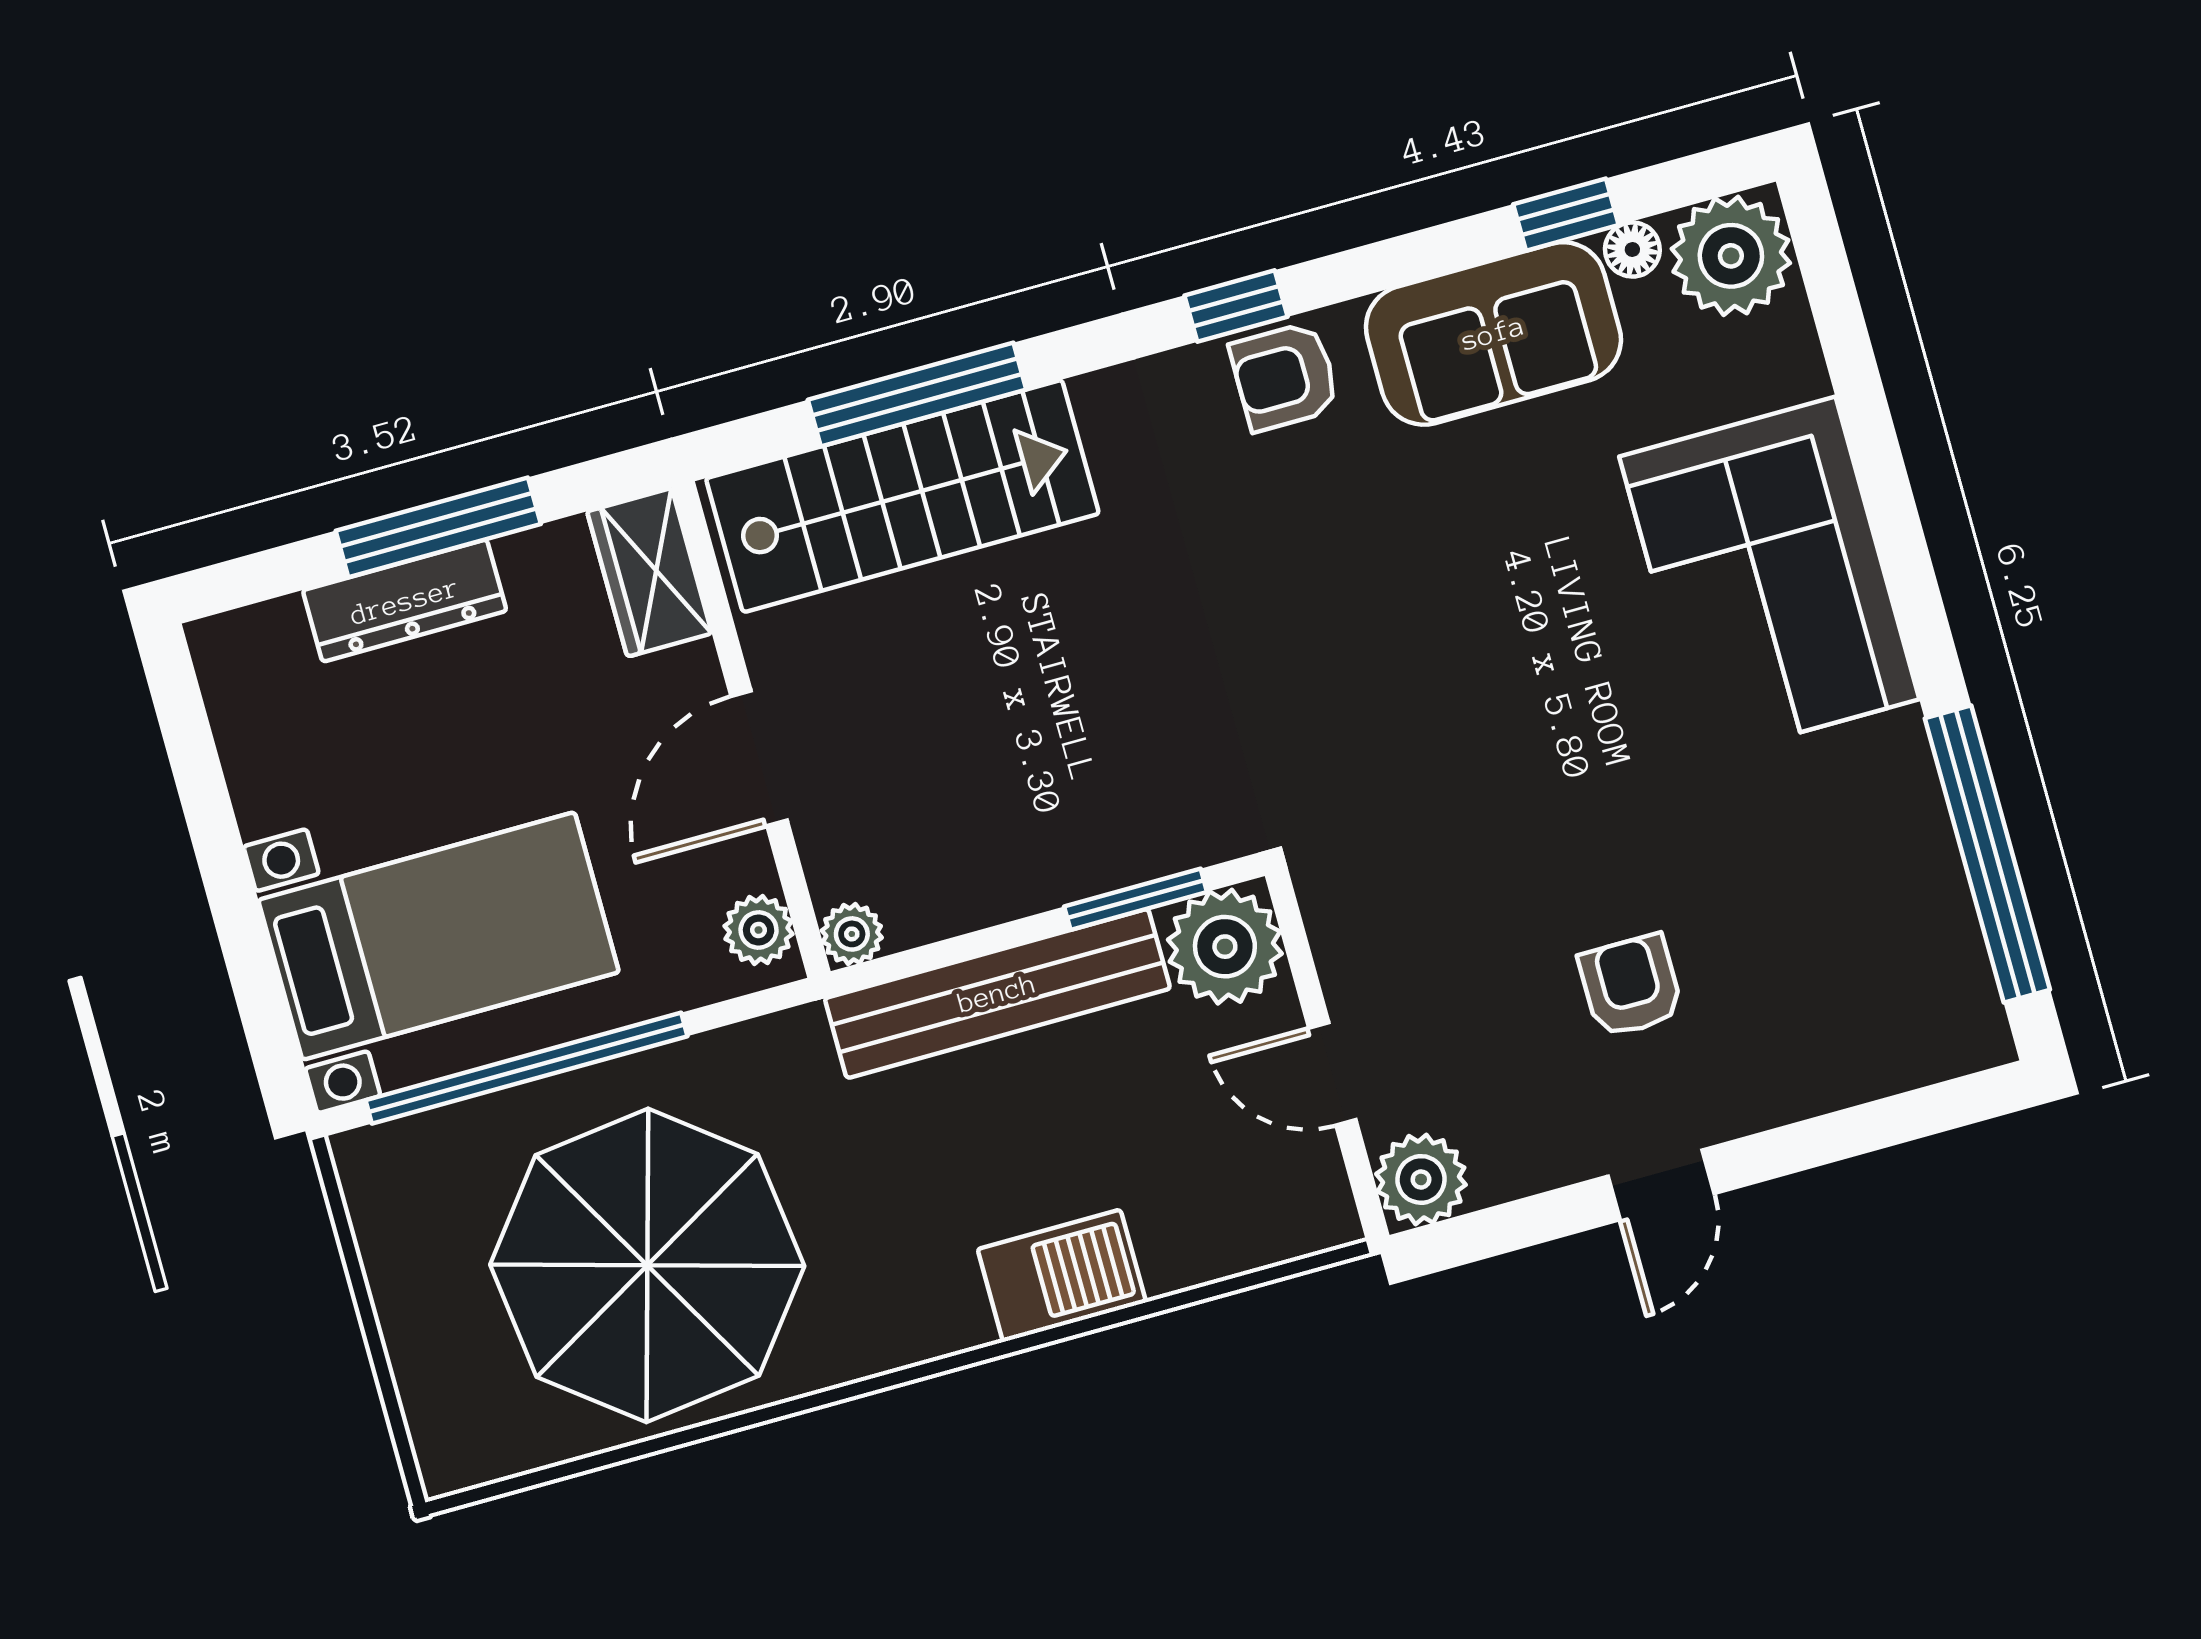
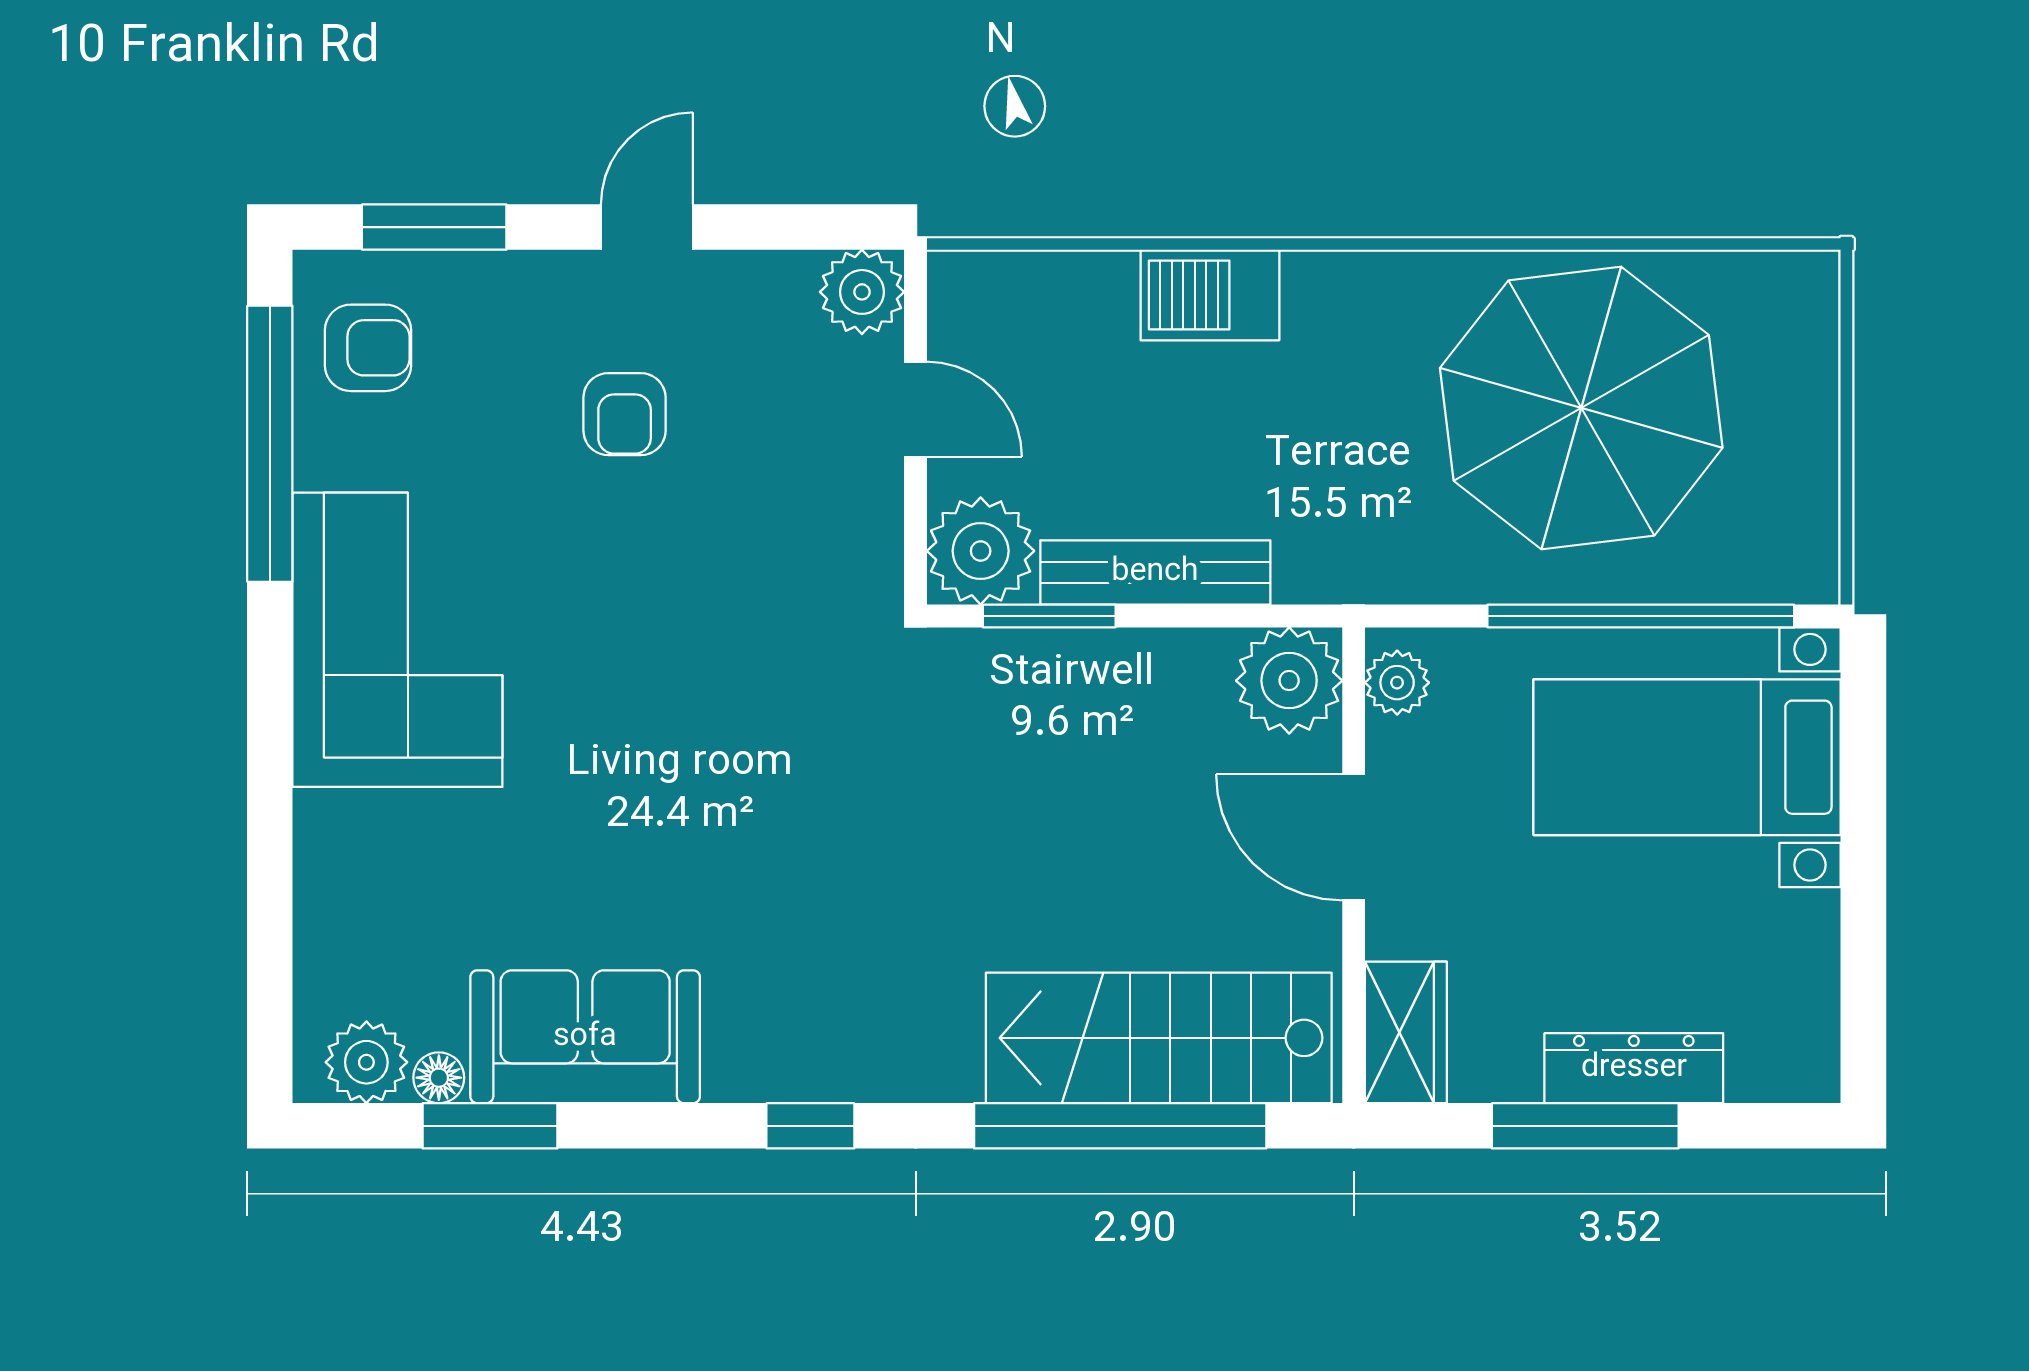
window: (1566, 215) -> (490, 1126), width x1.50
plant: (1731, 256) -> (366, 1062), width x0.73, depth x0.73
armchair: (1285, 376) -> (368, 348), moved
window: (917, 395) -> (1120, 1126), width x1.46
corner sofa: (1769, 578) -> (397, 640), moved
door: (759, 758) -> (1354, 837), swing flipped
plant: (852, 934) -> (1289, 681), width x1.87, depth x1.87
bench: (997, 993) -> (1155, 572), width x0.73, depth x0.82
window: (1880, 1124) -> (434, 227), added

